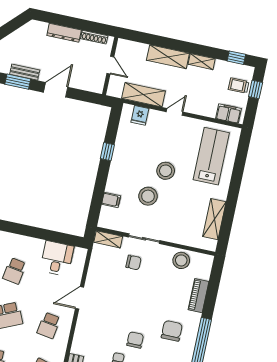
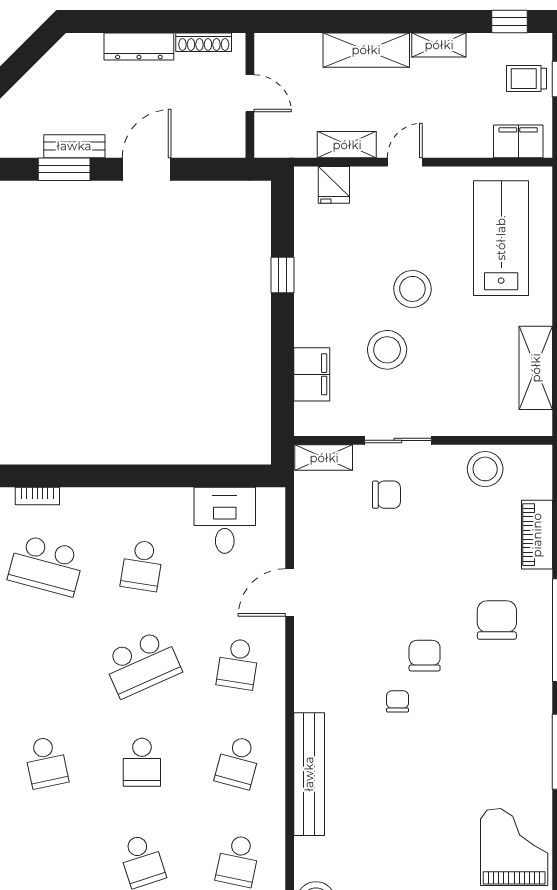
shelving: (143, 95) -> (347, 145), width x0.67, depth x0.75
filing cabinet: (111, 200) -> (312, 374), width x2.00

